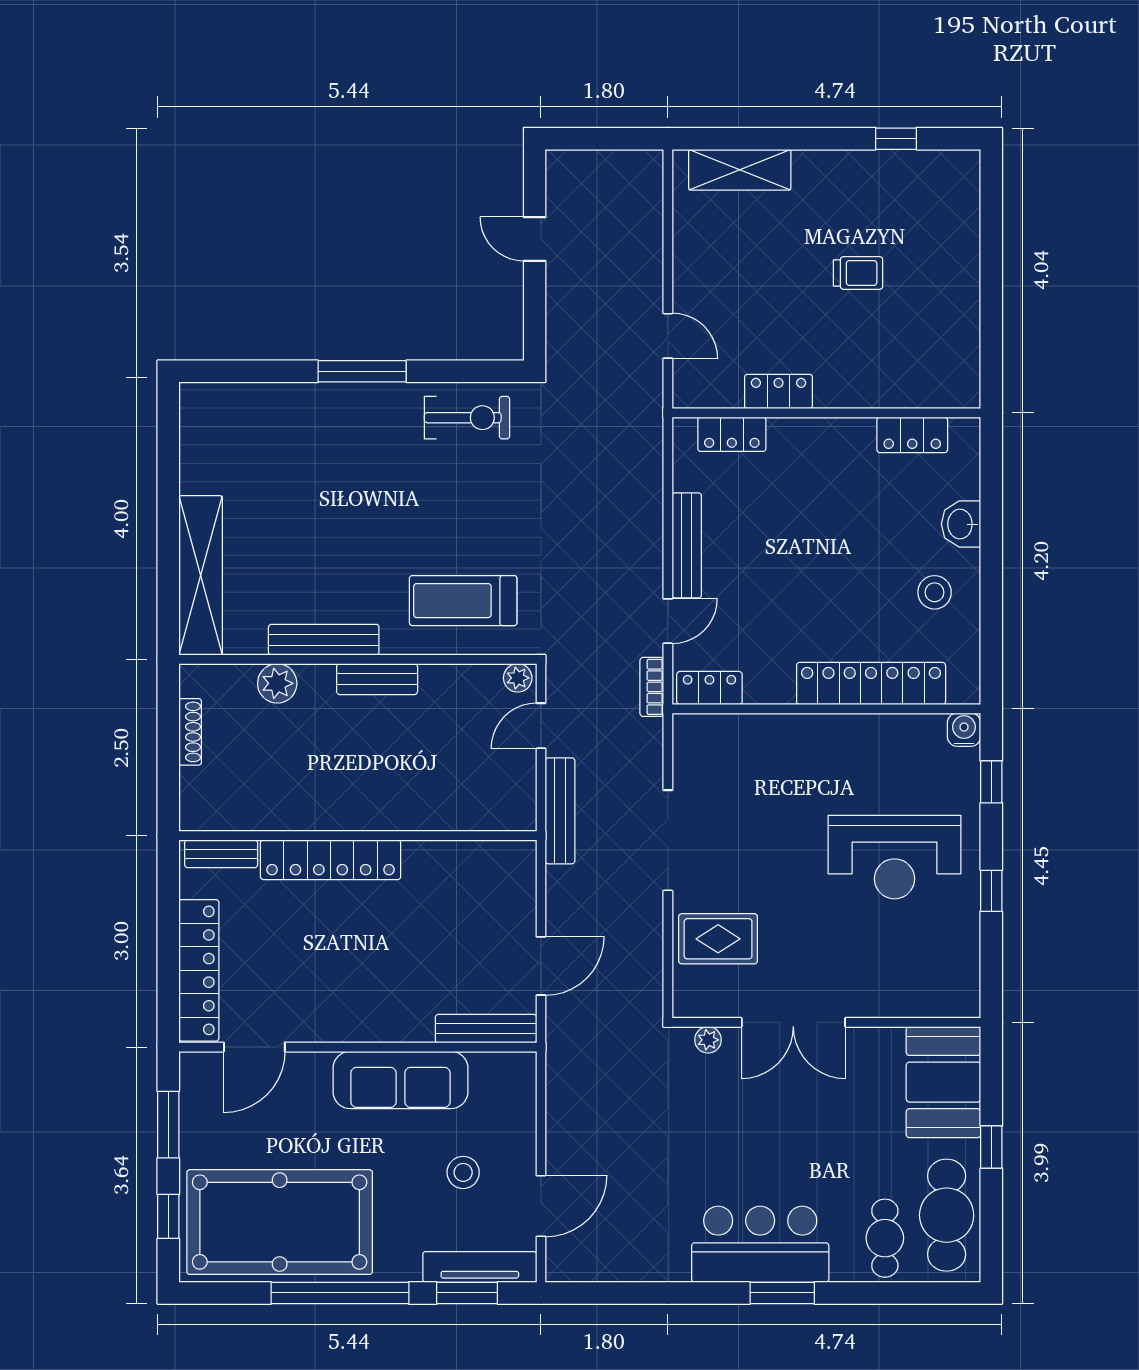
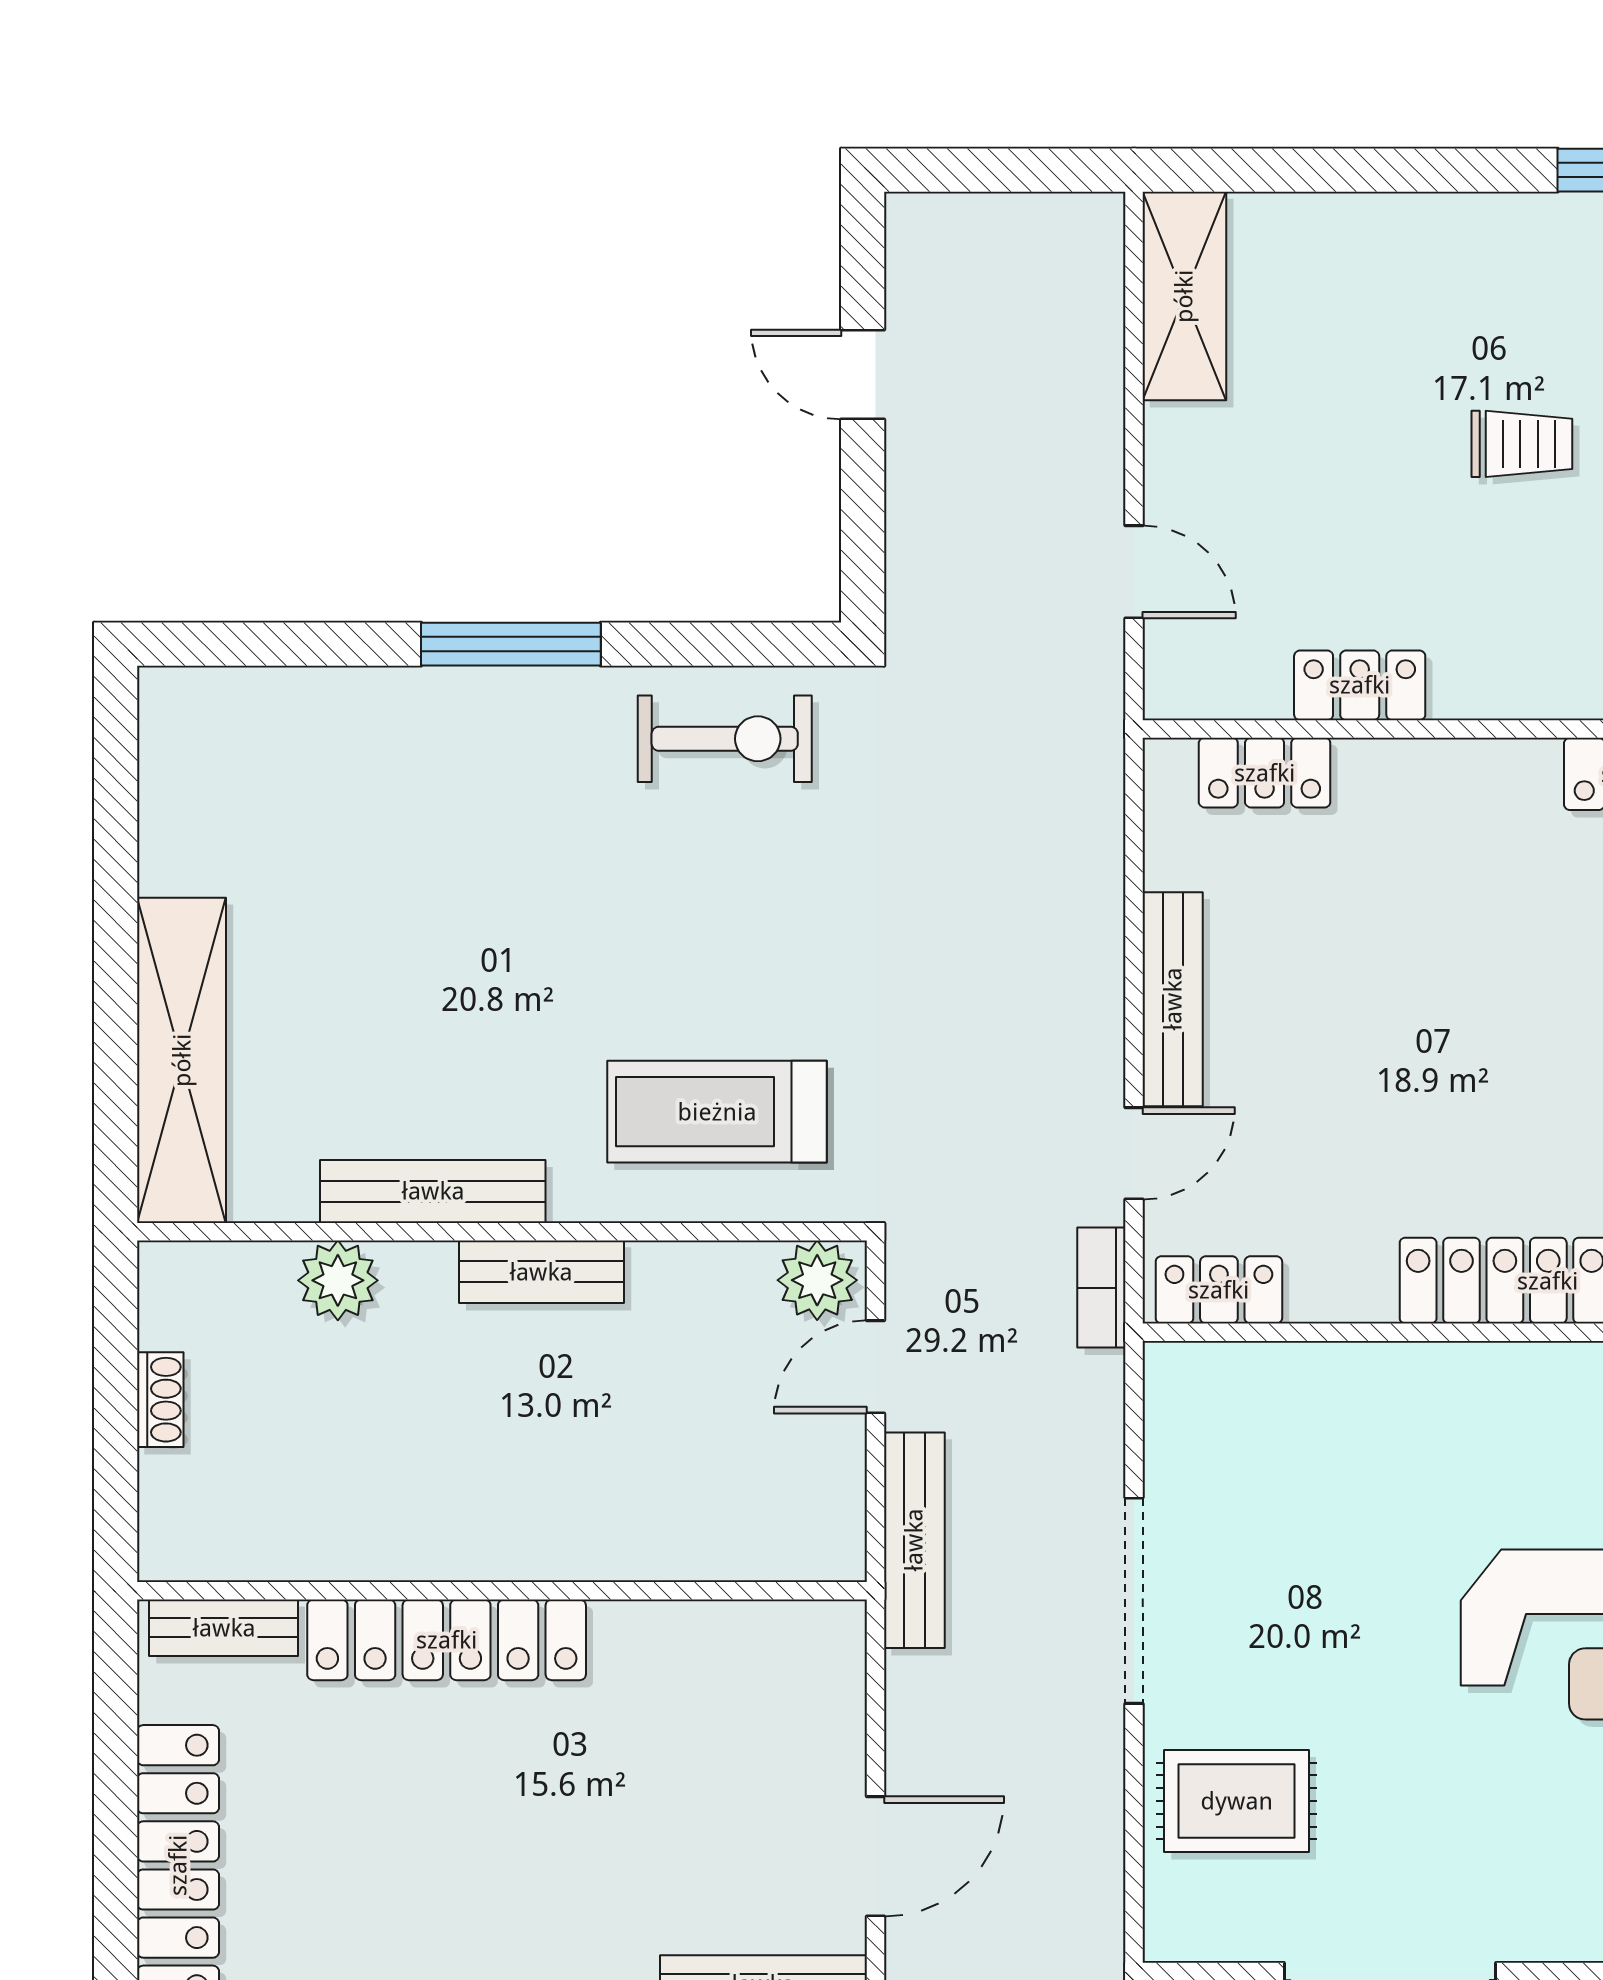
shelving: (740, 170) -> (1184, 296), moved, turned 90
plant: (518, 678) -> (817, 1280), width x1.38, depth x1.38
shoe rack: (190, 732) -> (160, 1400), width x0.70

